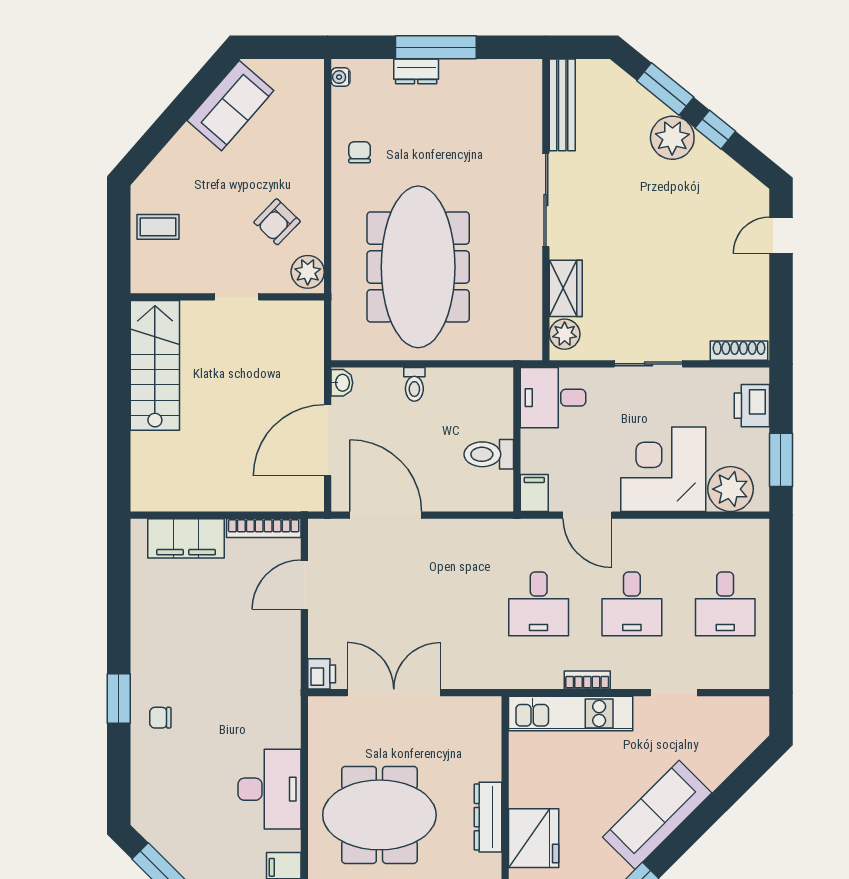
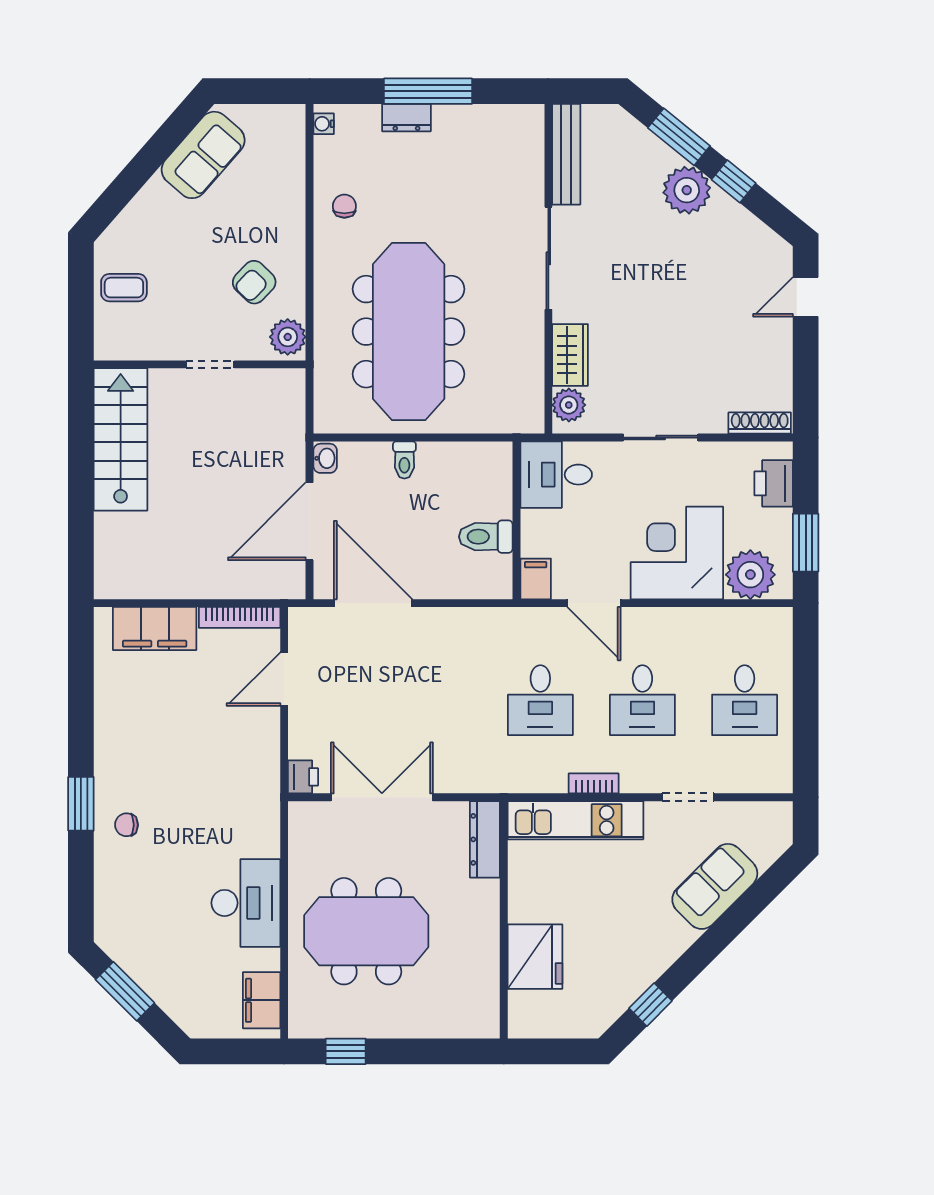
sofa: (657, 815) -> (715, 886), moved, width x0.73
dresser: (488, 817) -> (485, 839), moved

